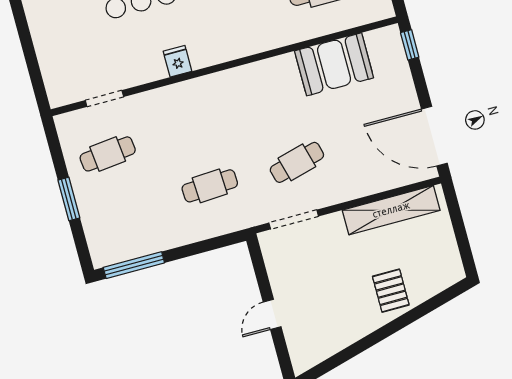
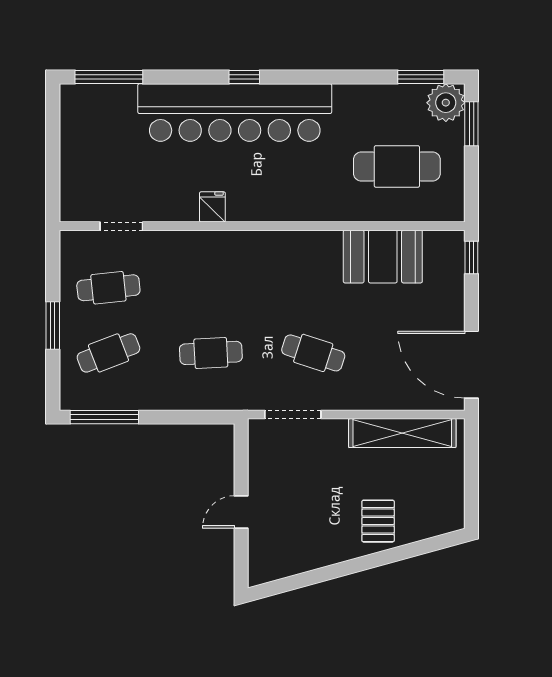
cafe table: (297, 162) -> (313, 353), turned 33
cafe table: (123, 209) -> (108, 353), added

